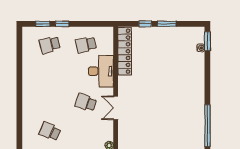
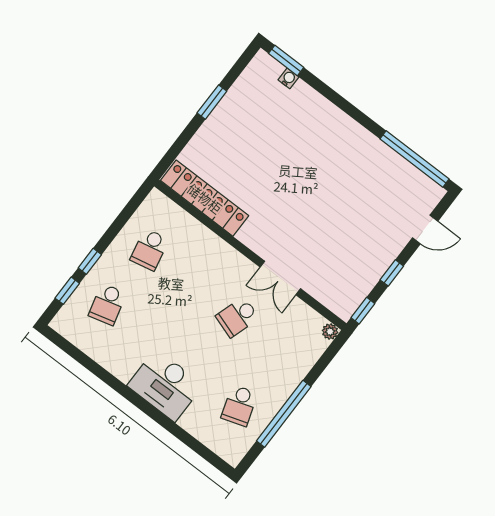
window: (145, 24) -> (187, 135), removed
desk: (101, 71) -> (165, 385), moved, turned 180
school desk: (50, 131) -> (239, 406), turned -42

